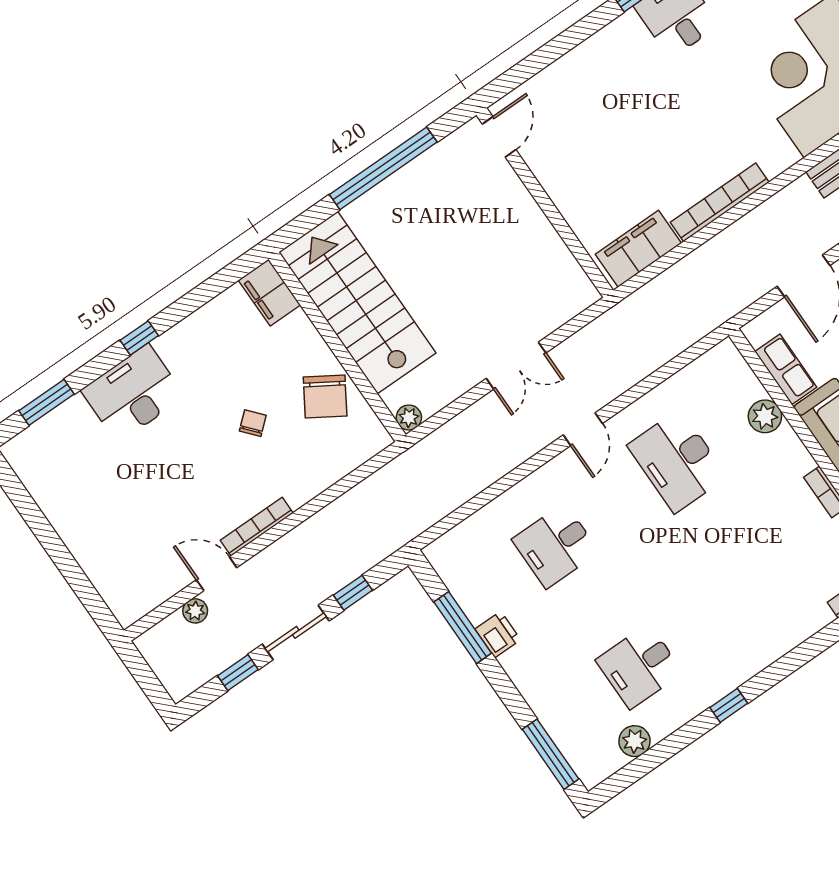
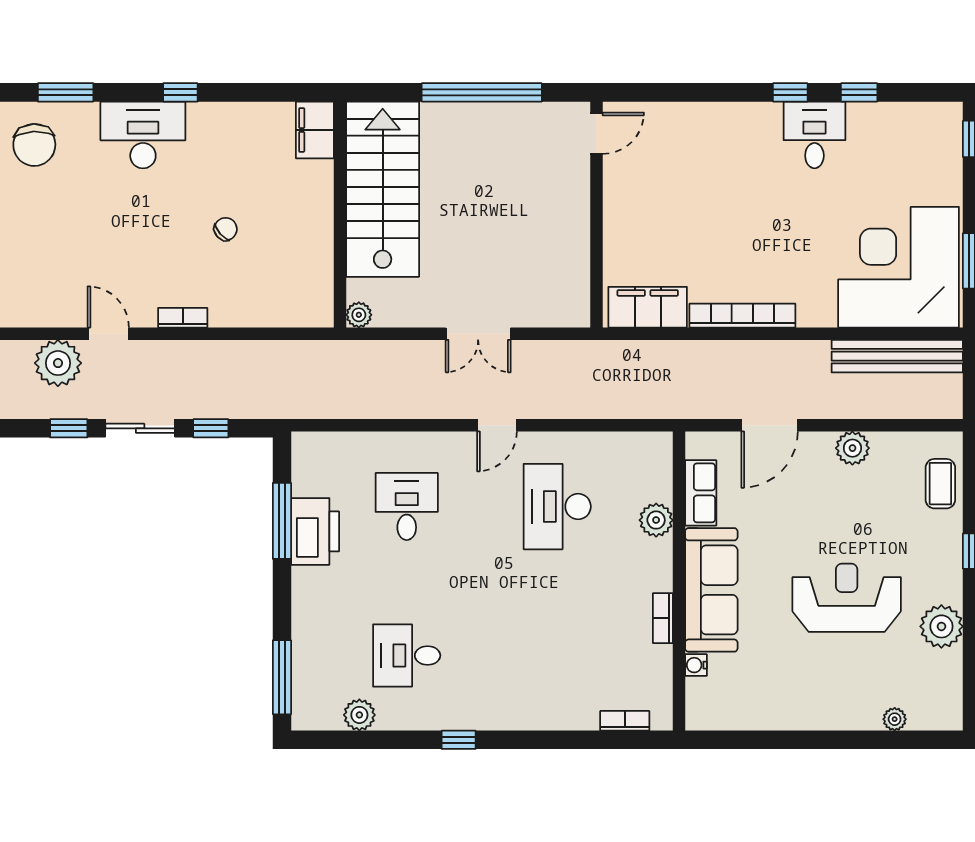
chair: (325, 396) -> (34, 145), moved, turned -34
bookcase: (257, 527) -> (183, 318), width x0.64
desk: (555, 546) -> (407, 507), turned 90
plant: (195, 611) -> (58, 363), width x1.88, depth x1.88
printer: (498, 634) -> (315, 531), width x1.87, depth x1.48

